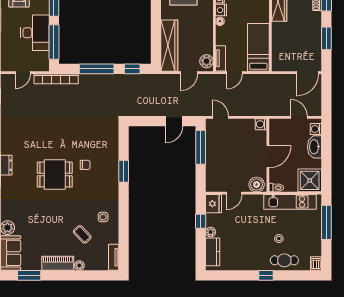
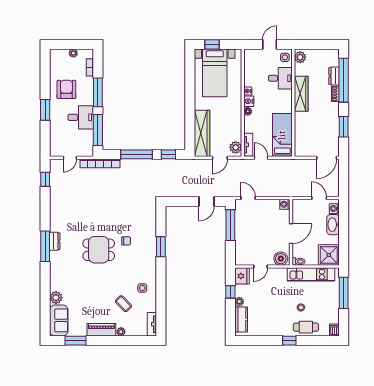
desk: (35, 33) -> (81, 117), width x0.73
door: (235, 73) -> (261, 158), swing flipped

